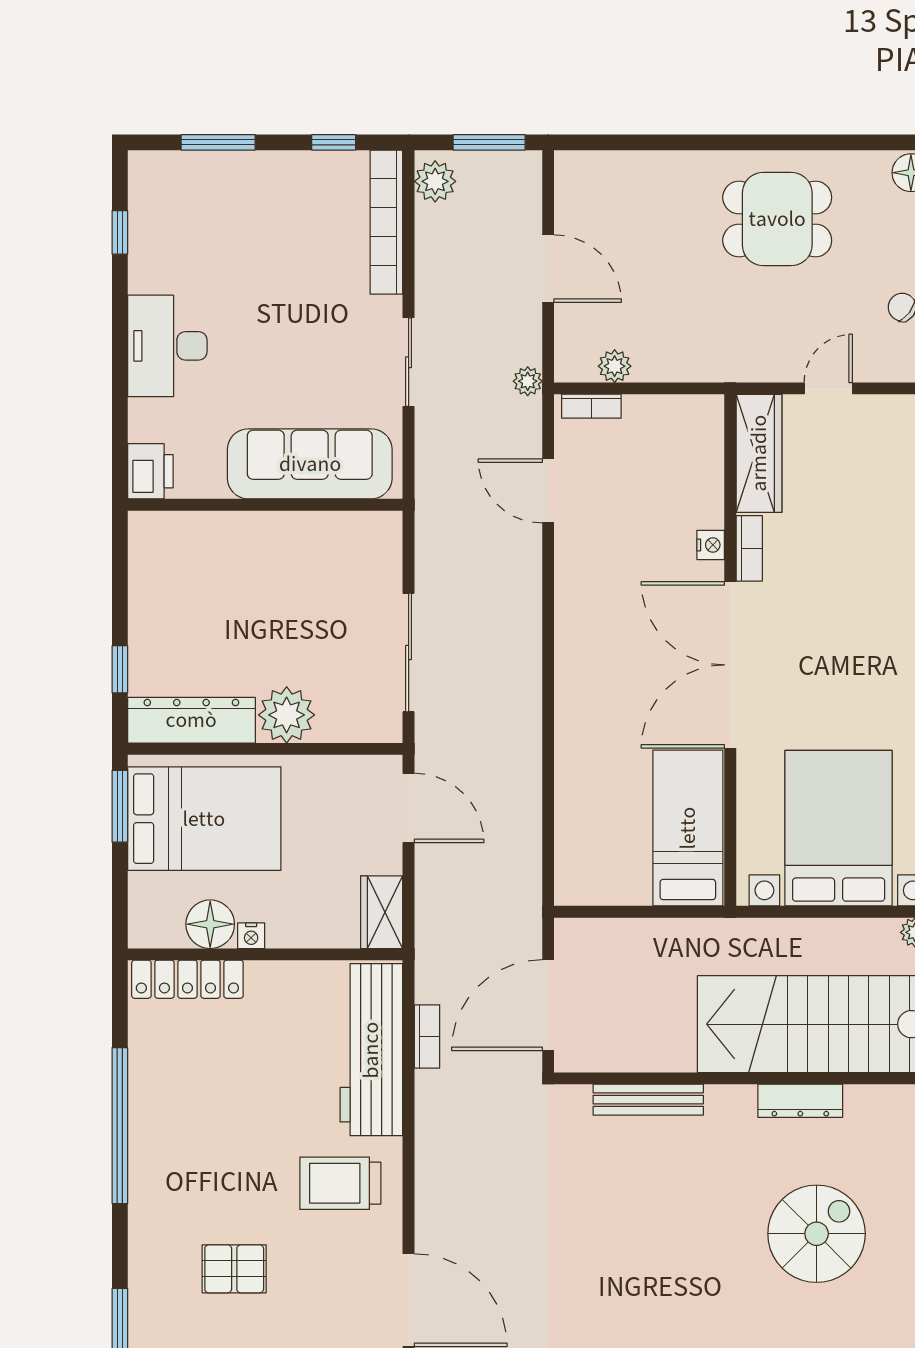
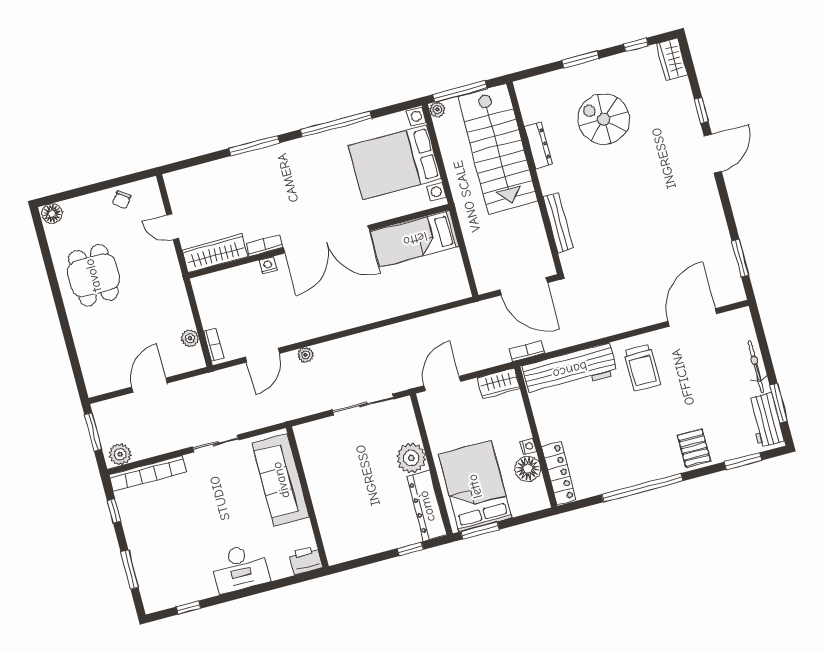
plant: (528, 381) -> (306, 355), moved
bookcase: (427, 1036) -> (527, 351), moved
pallet: (234, 1269) -> (694, 448), moved

